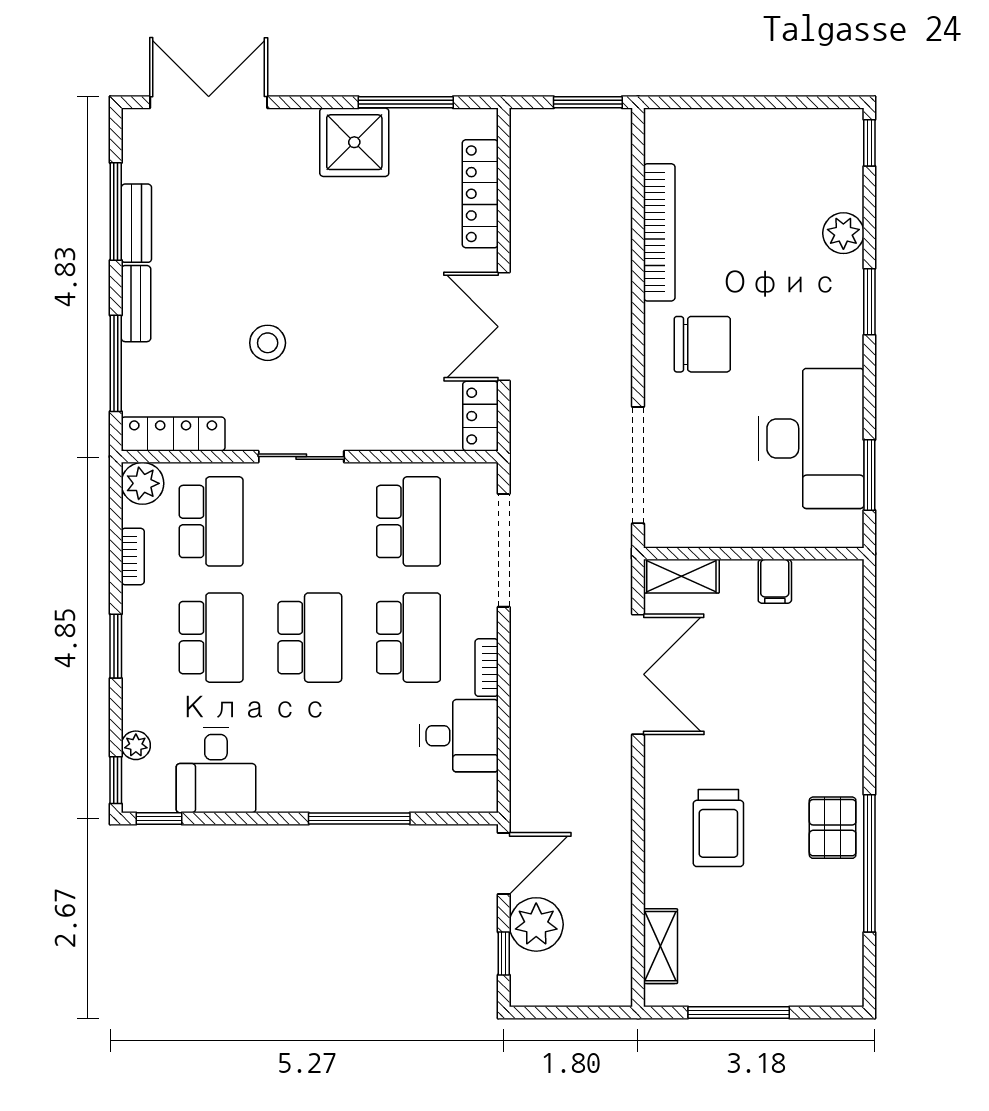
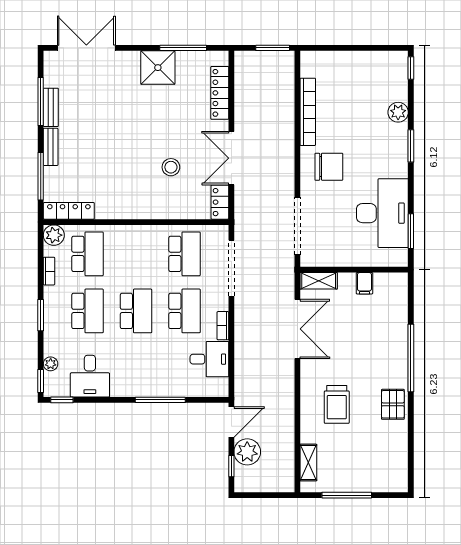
stool: (268, 343) -> (171, 167), moved
sliding door: (301, 457) -> (132, 222), removed
window: (869, 863) -> (411, 358), moved

